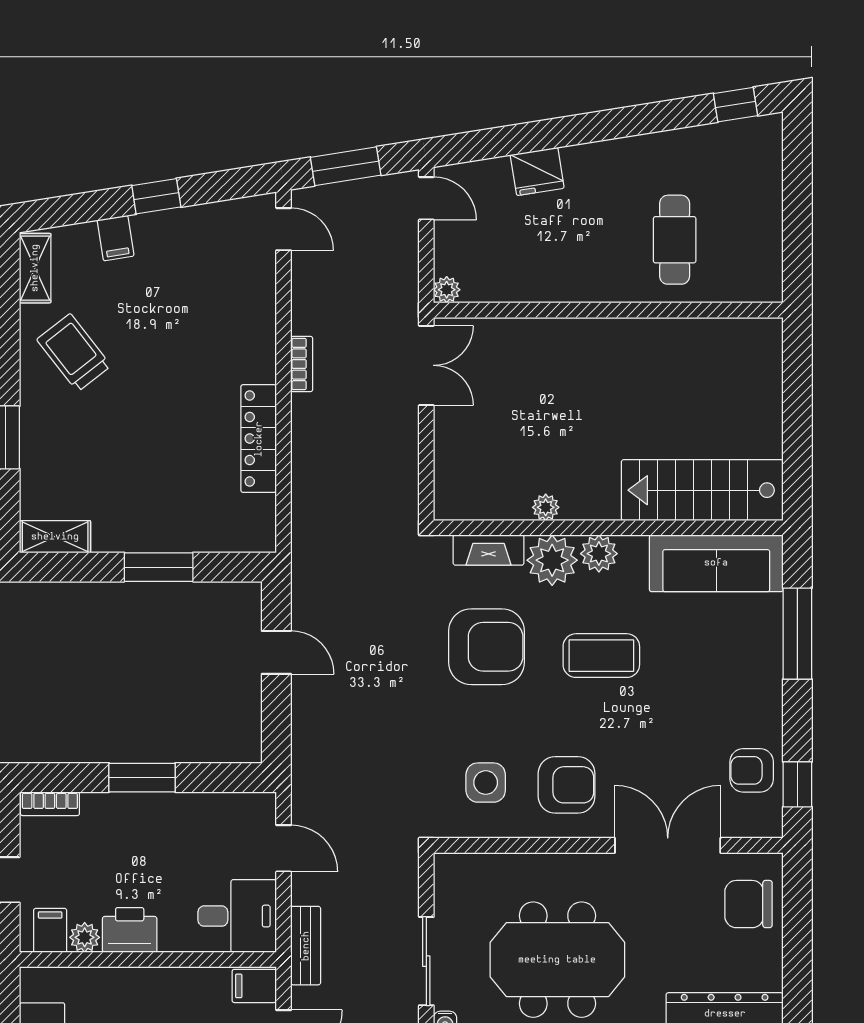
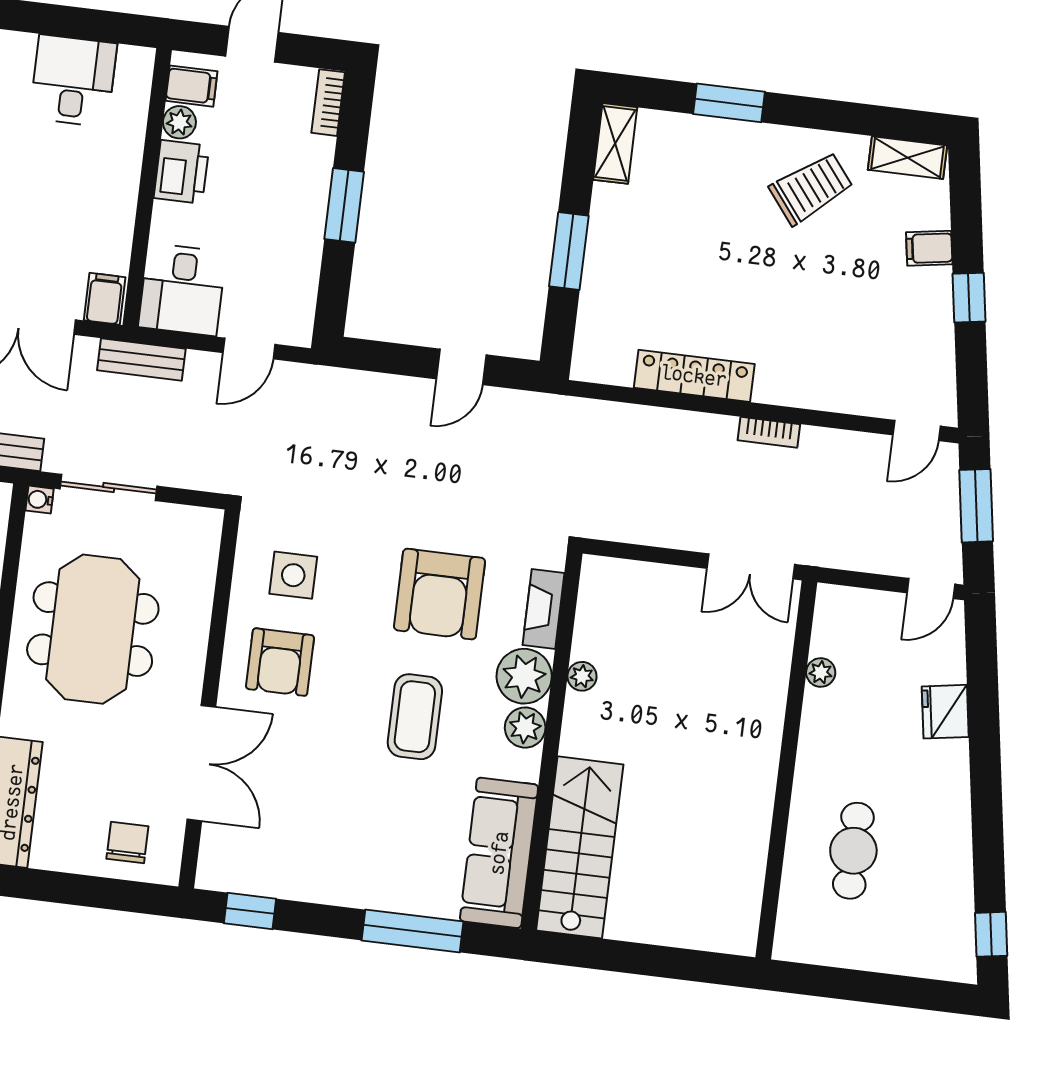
cafe table: (675, 240) -> (853, 851), turned 90
plant: (447, 290) -> (821, 672), moved
armchair: (752, 770) -> (271, 864), removed
chair: (749, 904) -> (127, 842), width x0.73, depth x0.73

